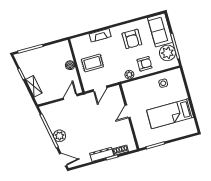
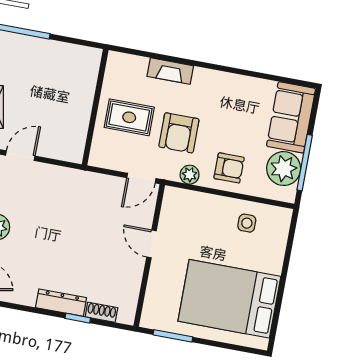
armchair: (132, 39) -> (179, 133), moved
boiler: (70, 65) -> (84, 101), removed
door: (100, 89) -> (141, 178), moved
door: (70, 97) -> (20, 156), moved
door: (128, 111) -> (151, 244), hinge flipped
bed: (170, 114) -> (229, 299), width x1.50

